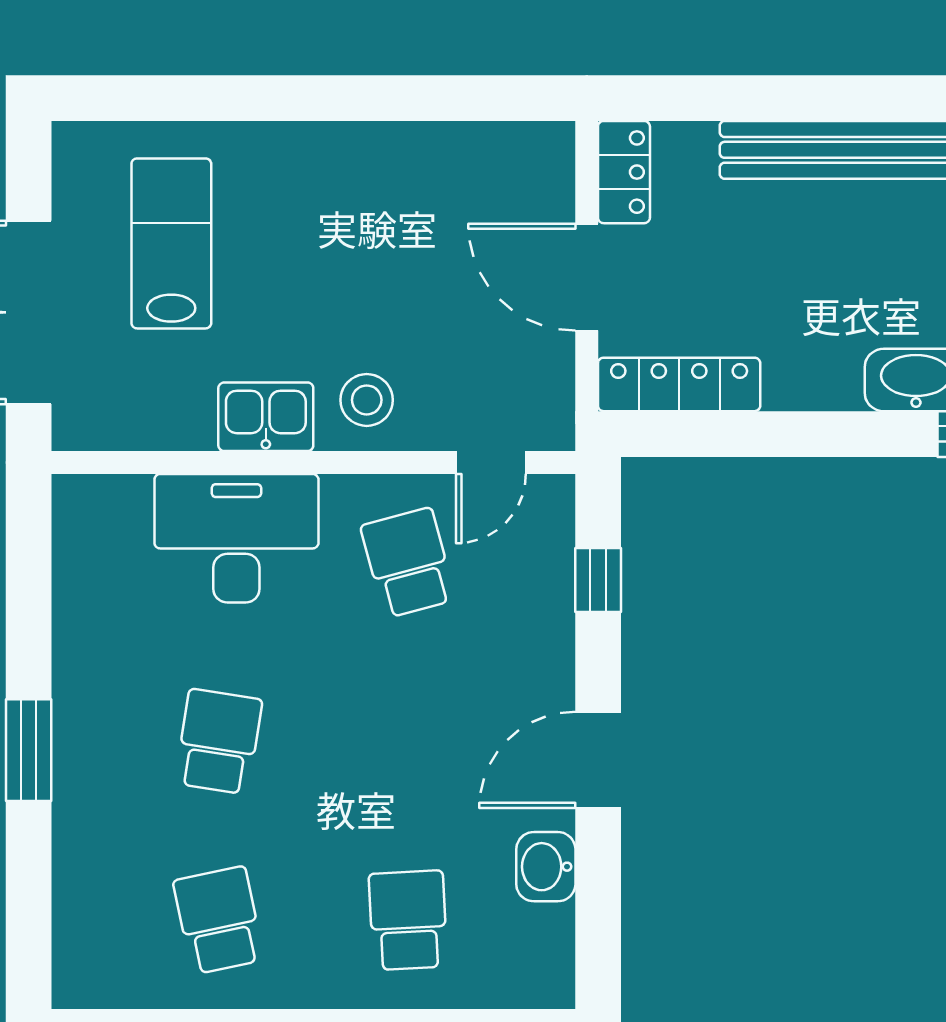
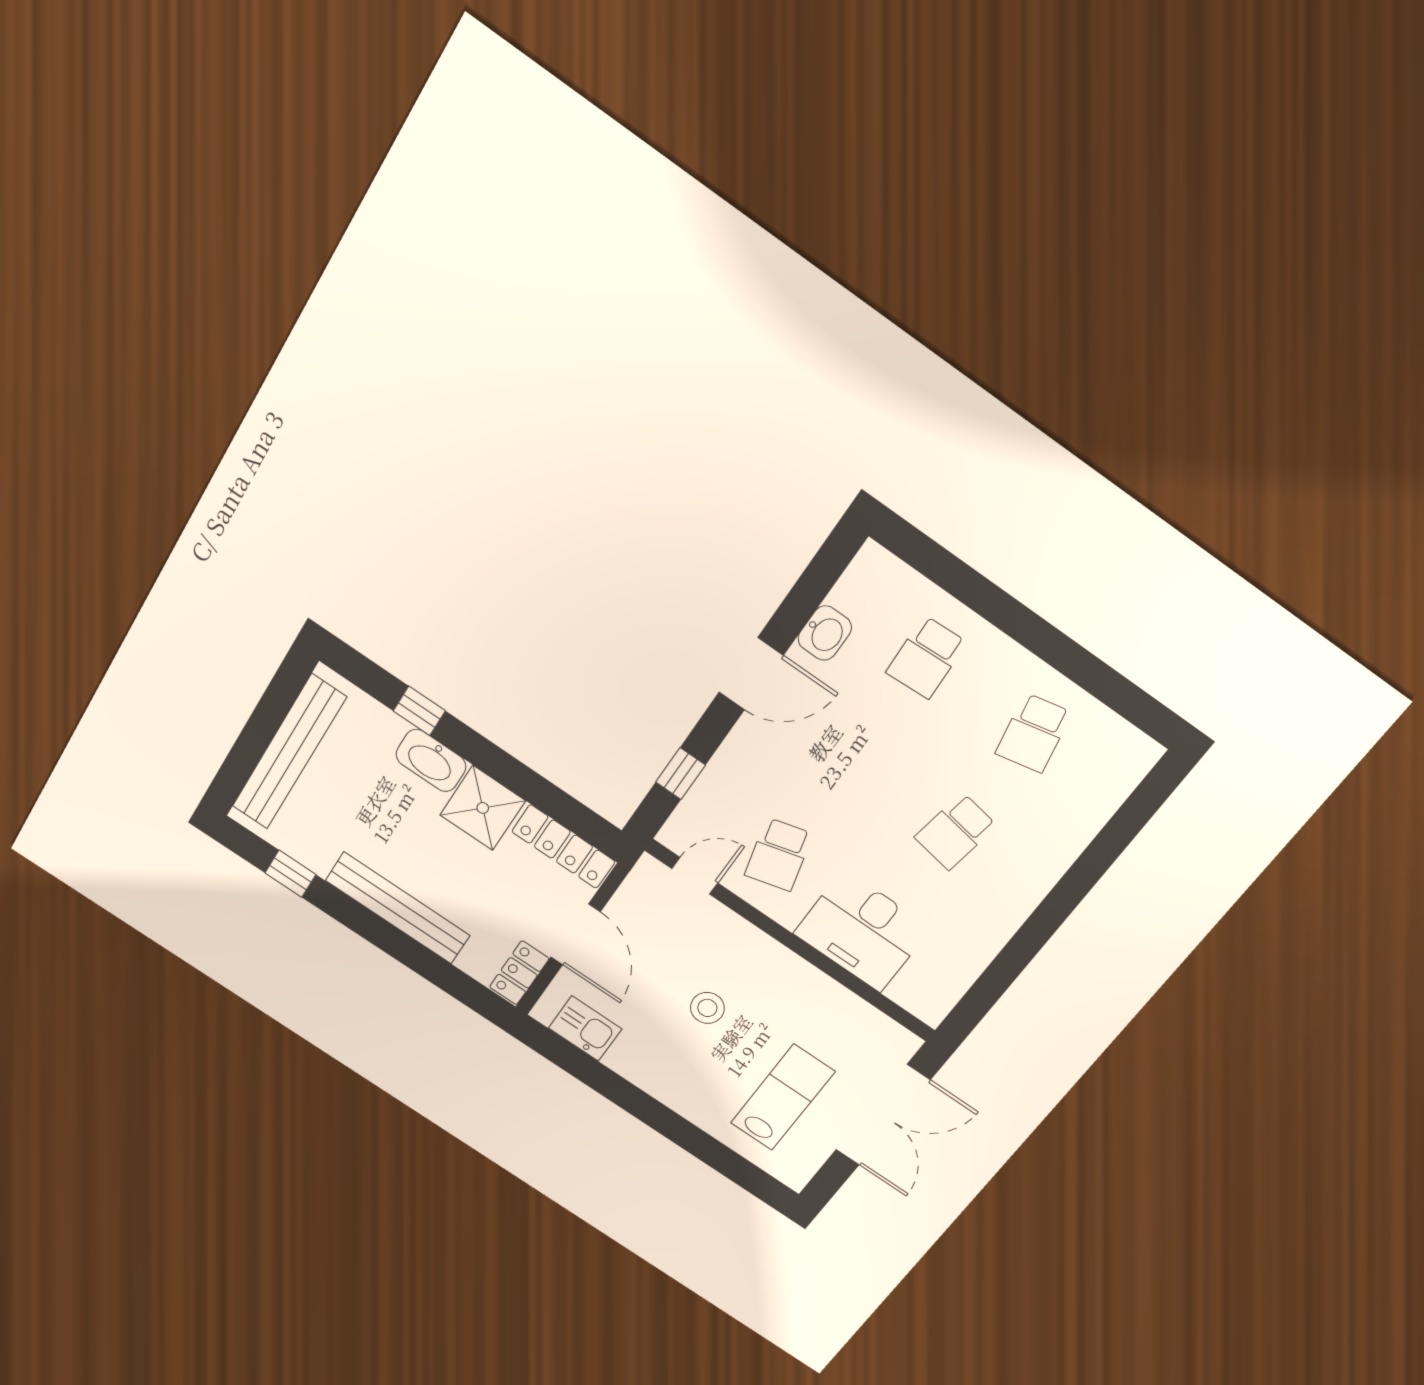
lab bench: (171, 243) -> (783, 1097), turned 180
shower: (812, 363) -> (483, 808), added
stool: (367, 400) -> (707, 1008), moved
kitchen sink: (266, 417) -> (585, 1029), moved, turned 180
window: (29, 750) -> (1063, 899), removed

